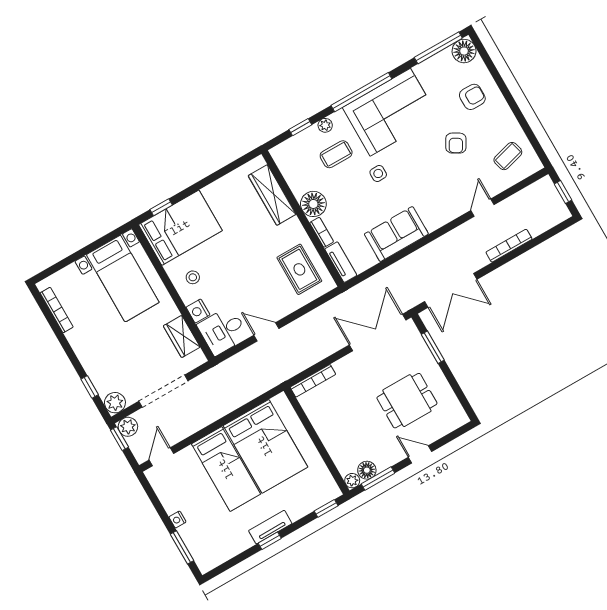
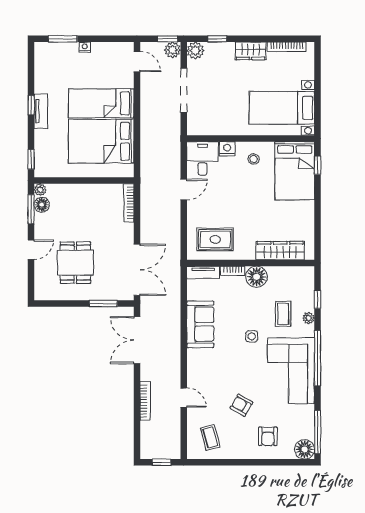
wardrobe: (182, 336) -> (251, 51), moved, turned 180

